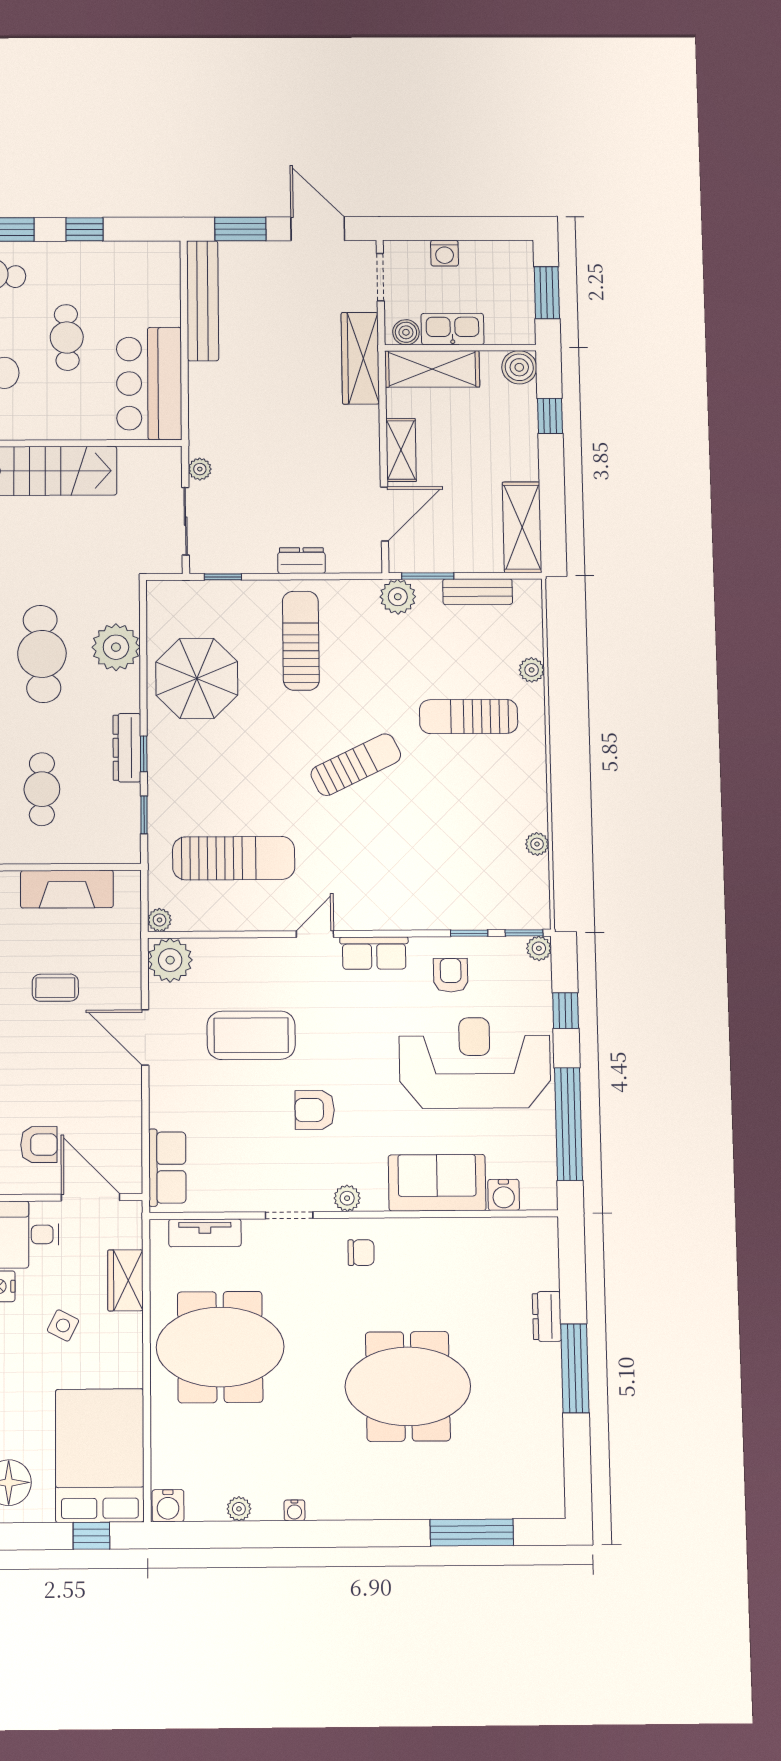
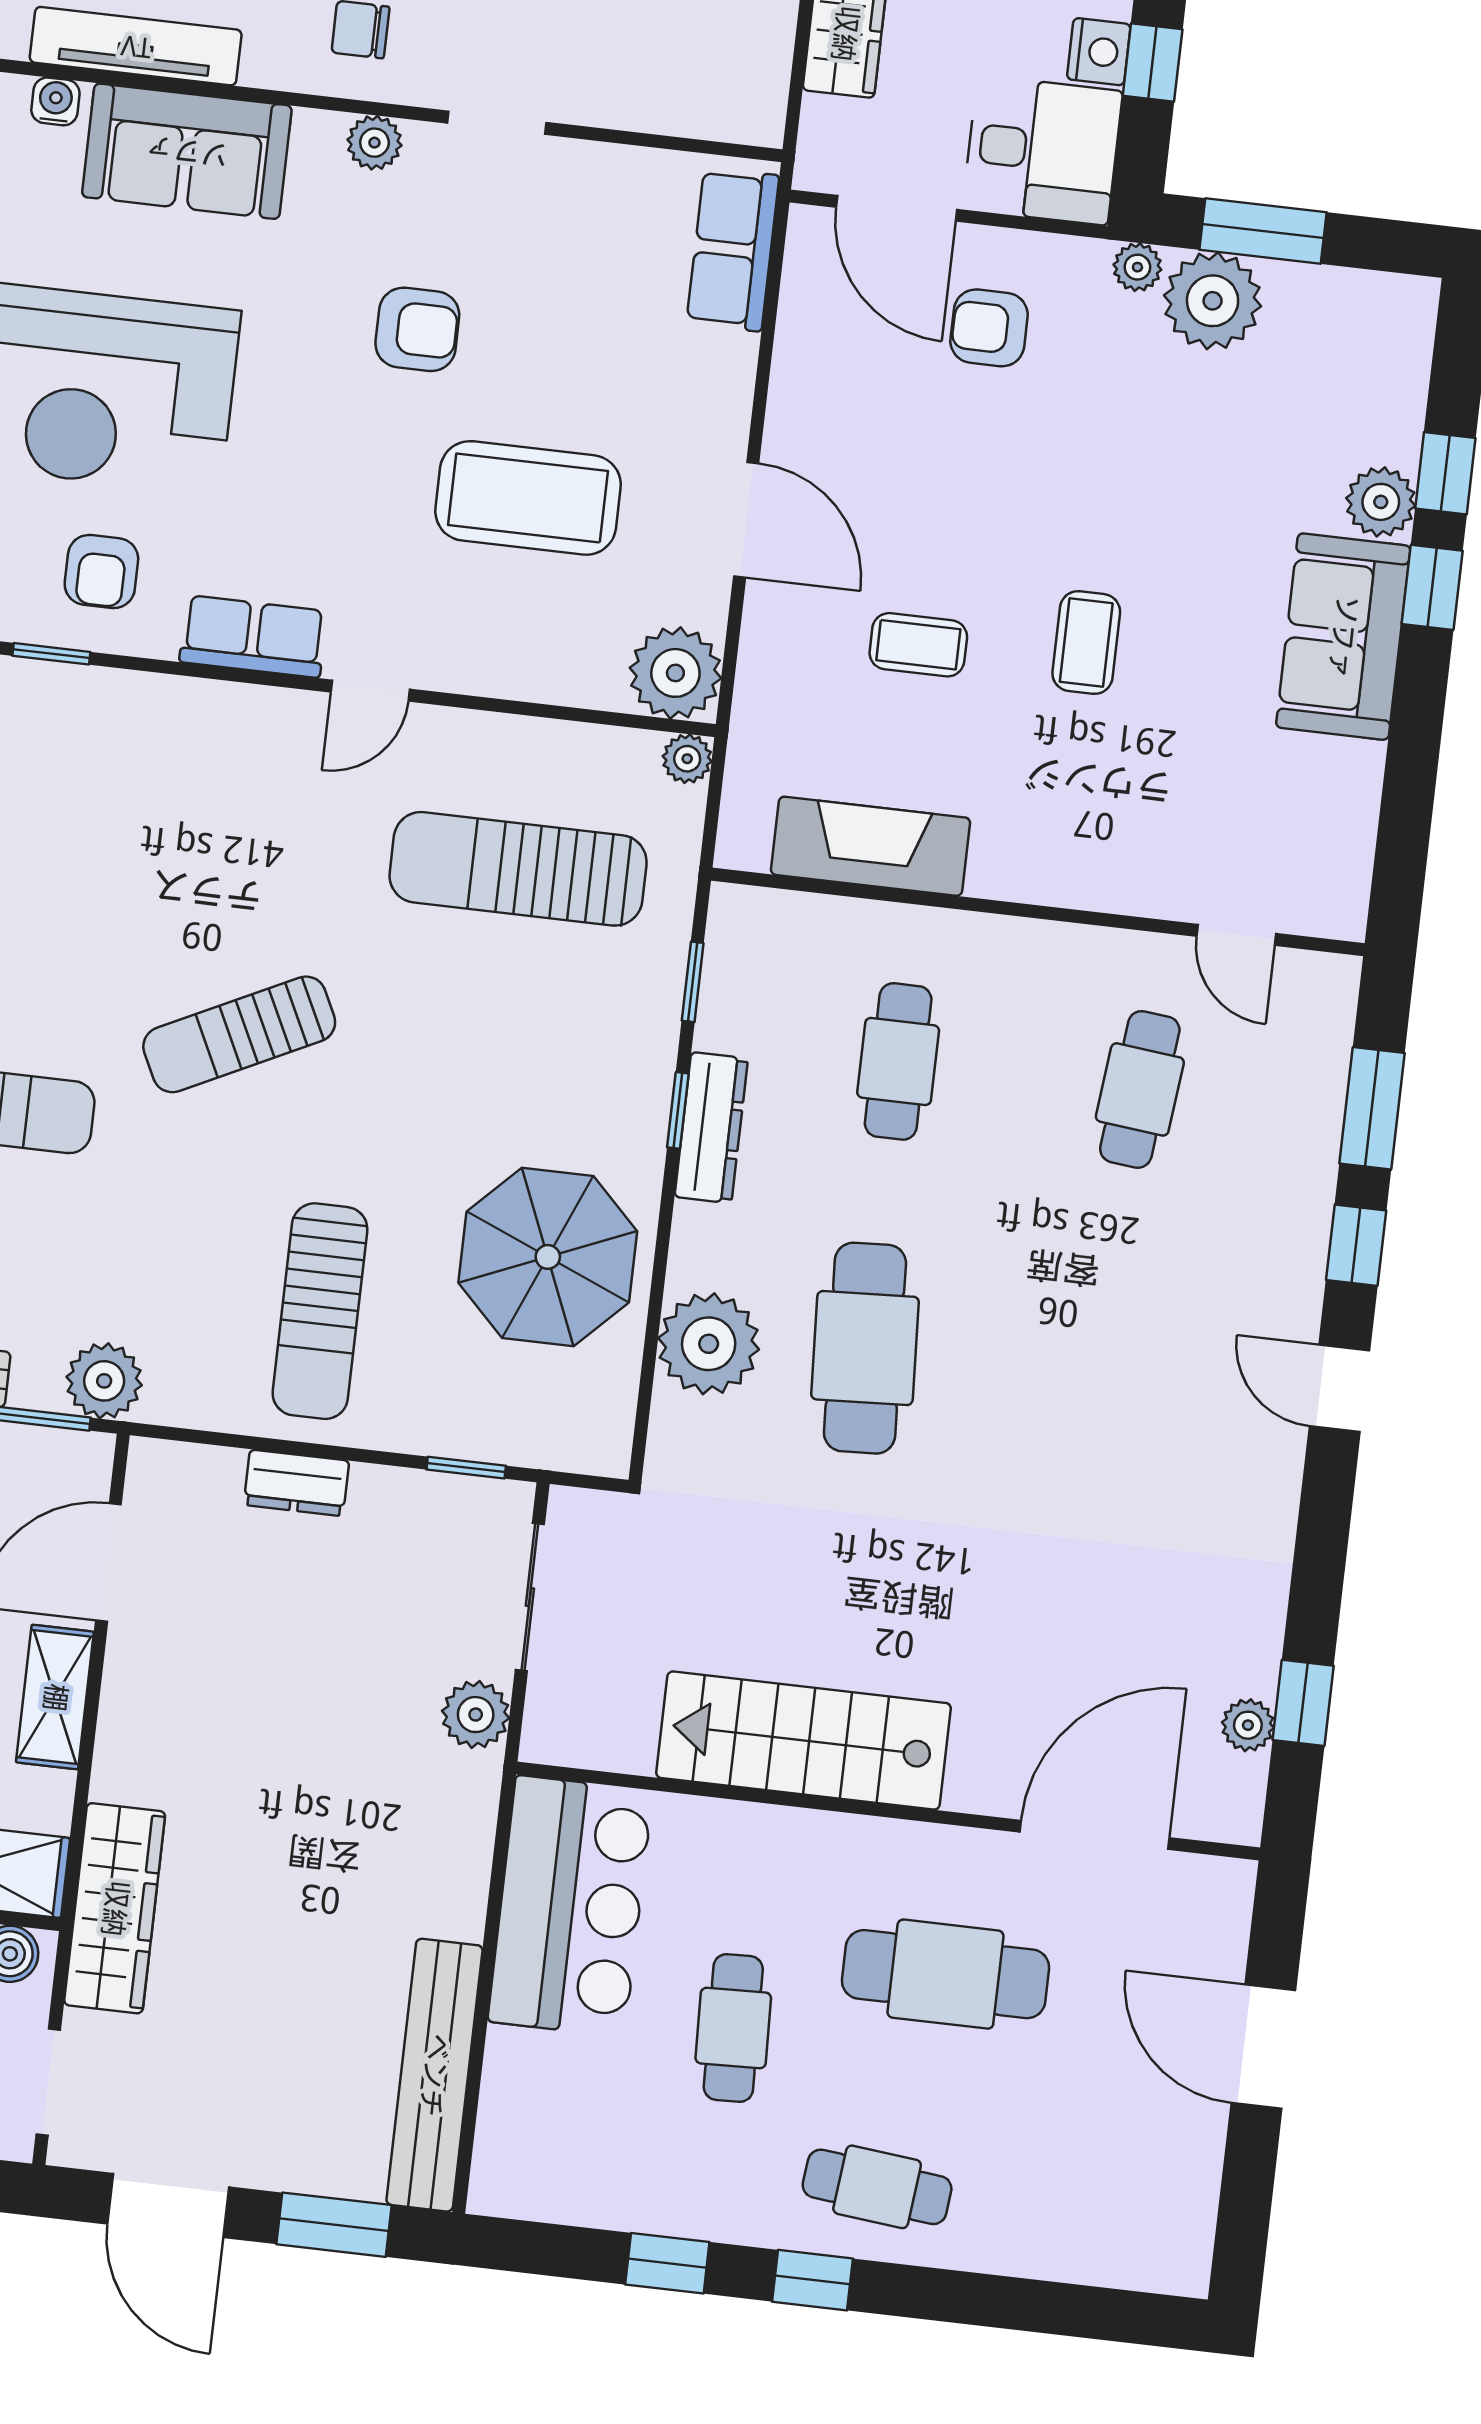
plant: (200, 469) -> (476, 1715), width x1.38, depth x1.38
water cooler: (504, 1195) -> (55, 101), width x0.72, depth x0.72
tv unit: (205, 1233) -> (136, 46), moved, width x1.41

